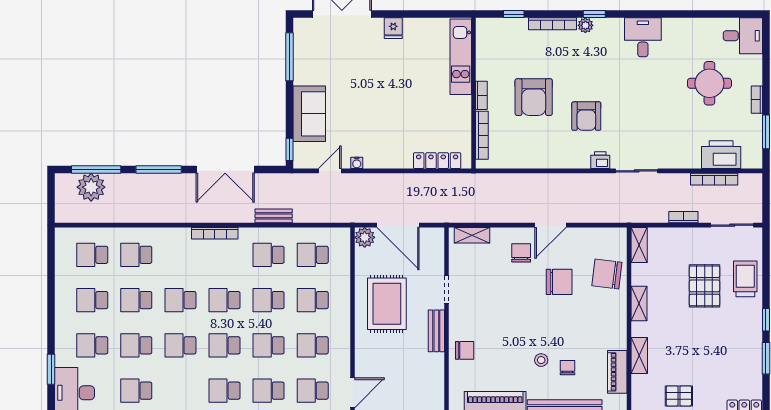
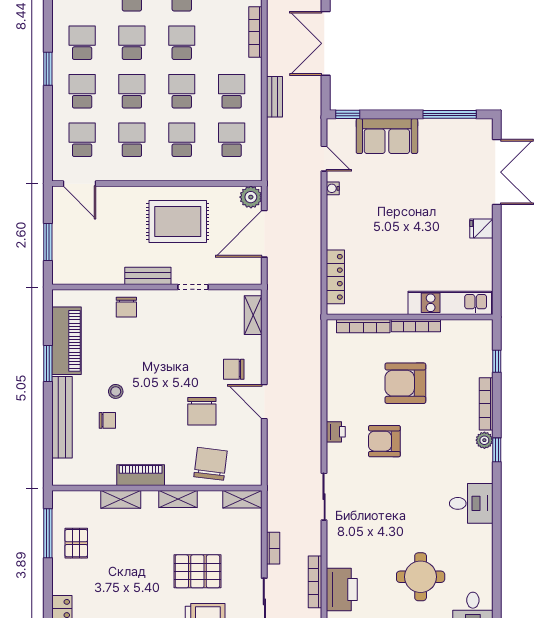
bookcase: (481, 95) -> (416, 326), width x1.56
printer: (600, 160) -> (336, 432), moved
chair: (521, 253) -> (234, 369), turned 180
piano: (617, 372) -> (141, 475), moved

